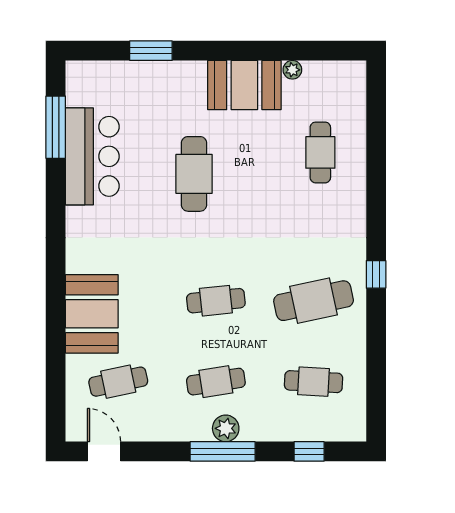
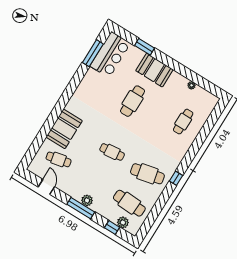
booth: (244, 85) -> (154, 70), moved
bar counter: (92, 156) -> (110, 55), moved
cafe table: (216, 382) -> (94, 181), removed
cafe table: (314, 382) -> (129, 203), width x1.37, depth x1.35
plant: (324, 428) -> (123, 222), added
door: (104, 451) -> (46, 187), moved

